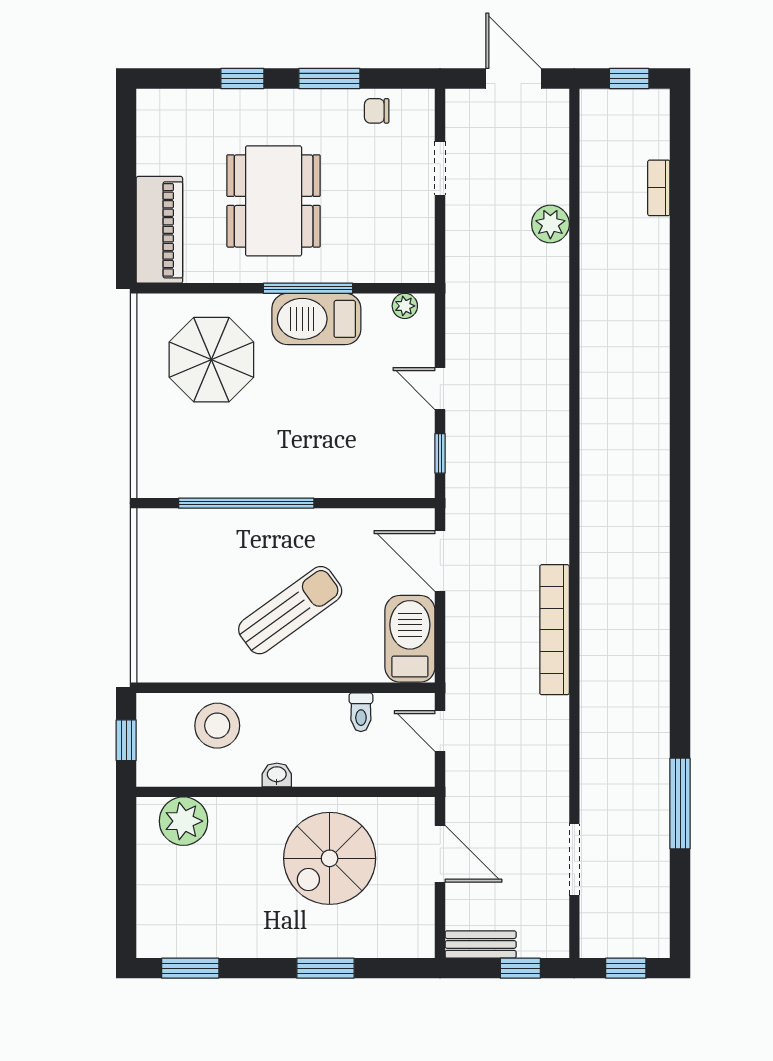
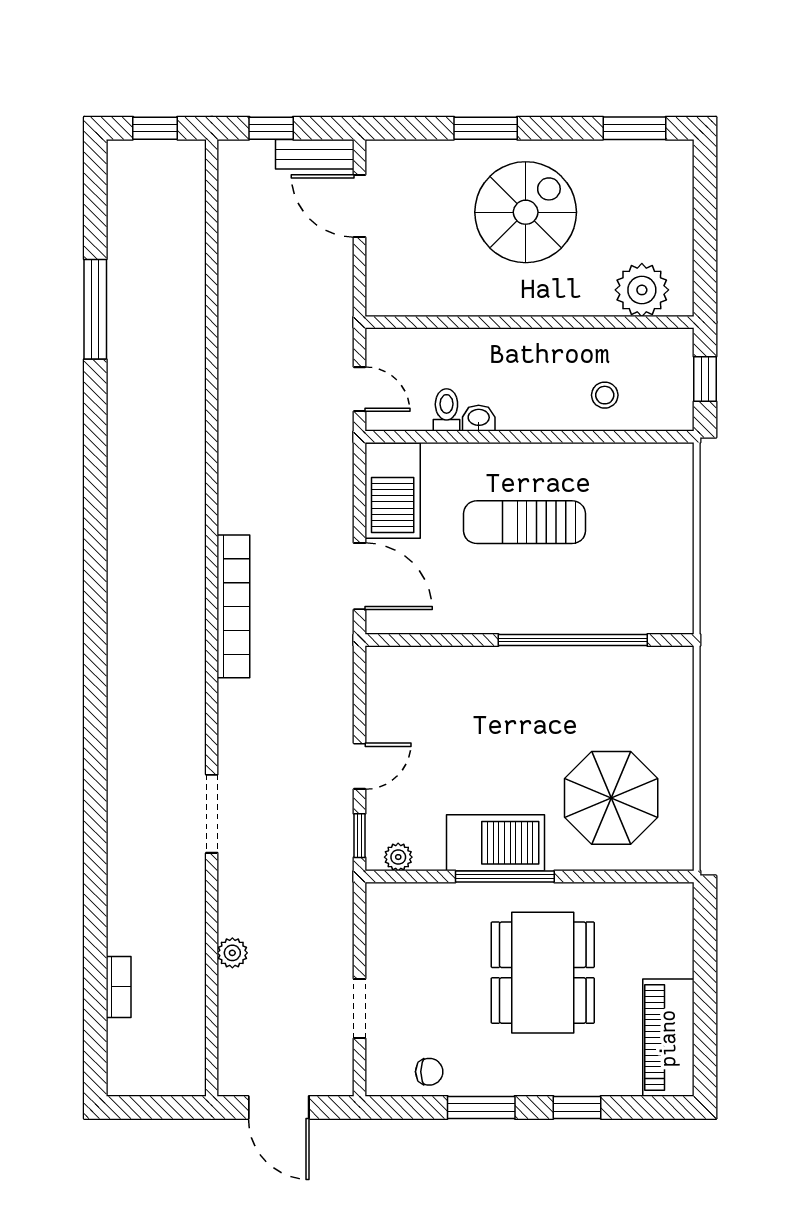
window: (629, 78) -> (151, 1107), removed
plant: (550, 224) -> (232, 953), width x0.73, depth x0.73
piano: (159, 230) -> (668, 1038), moved
door: (440, 389) -> (359, 766), hinge flipped
window: (440, 453) -> (359, 836), moved
sun lounger: (290, 610) -> (524, 522), turned 36
bookcase: (555, 630) -> (233, 606), moved
stool: (217, 726) -> (605, 395), width x0.53, depth x0.53
washbasin: (277, 775) -> (479, 418), moved, turned 180
door: (440, 854) -> (359, 206), moved
spiral stairs: (330, 858) -> (526, 212), moved
doorway: (574, 859) -> (212, 814), moved

